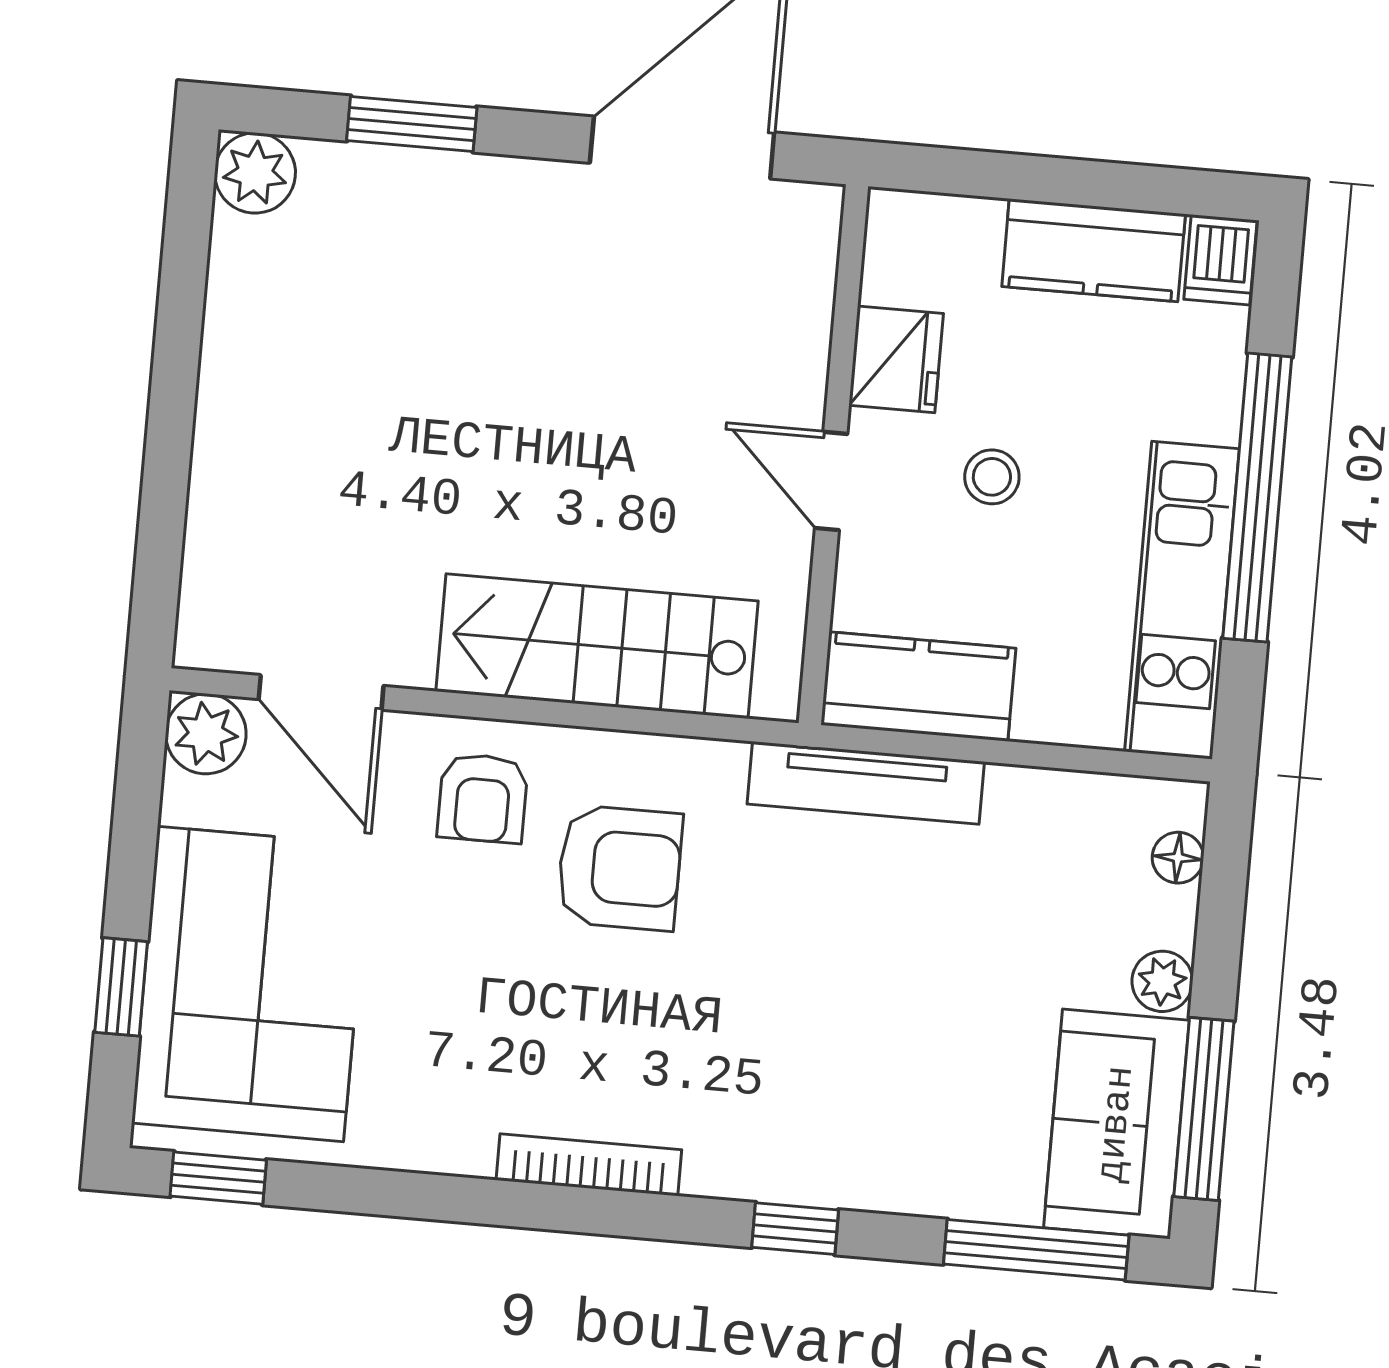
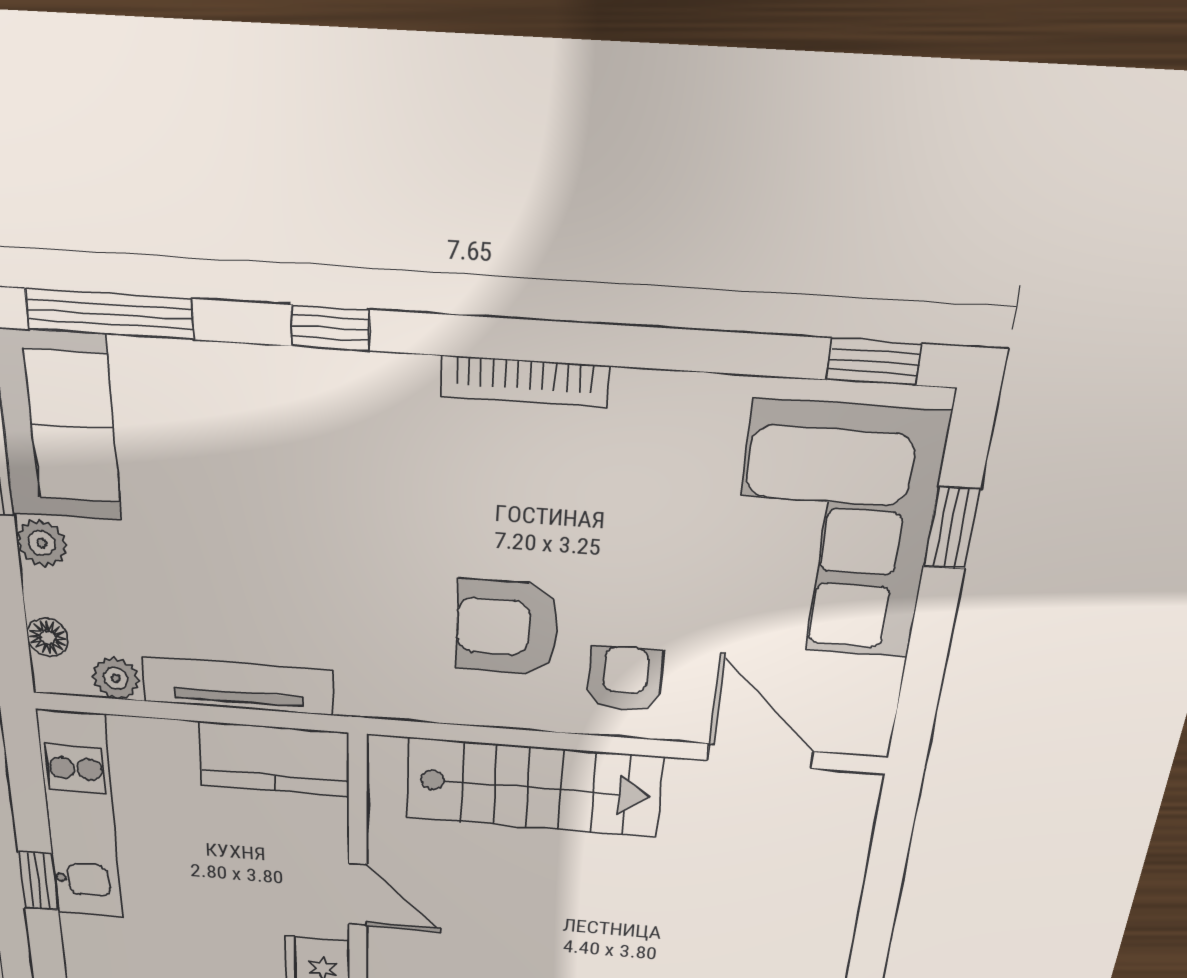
stool: (992, 477) -> (237, 896), removed
window: (1257, 498) -> (38, 881), width x0.32
plant: (206, 734) -> (116, 678), moved, width x0.73, depth x0.73
tv unit: (866, 783) -> (238, 686), moved

